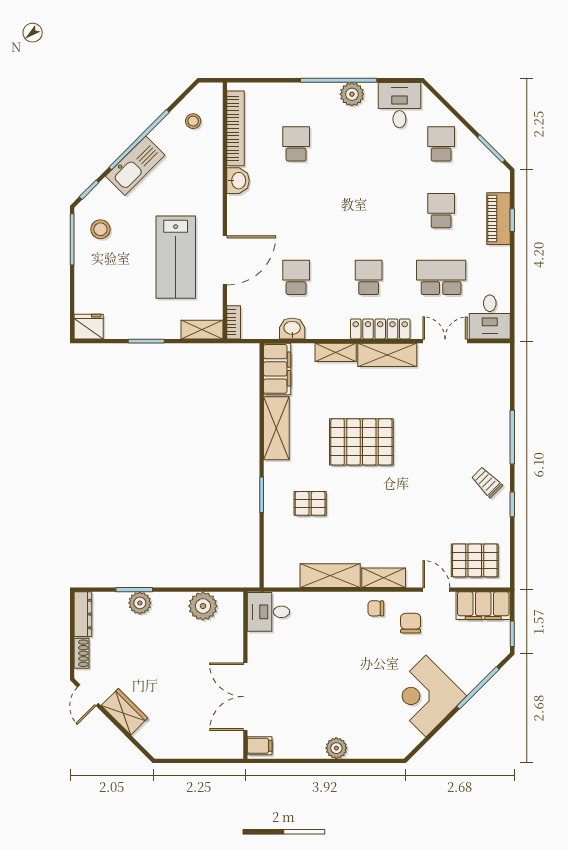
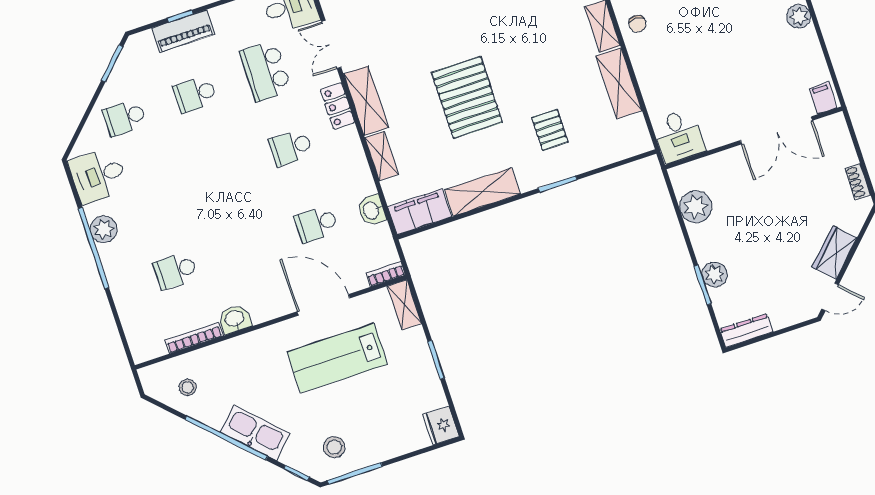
bookcase: (235, 128) -> (194, 338), width x0.68, depth x0.76
lab bench: (176, 257) -> (337, 358), turned 180
locker: (380, 329) -> (337, 106), width x0.66
shoe rack: (81, 653) -> (858, 182), moved, turned -90

